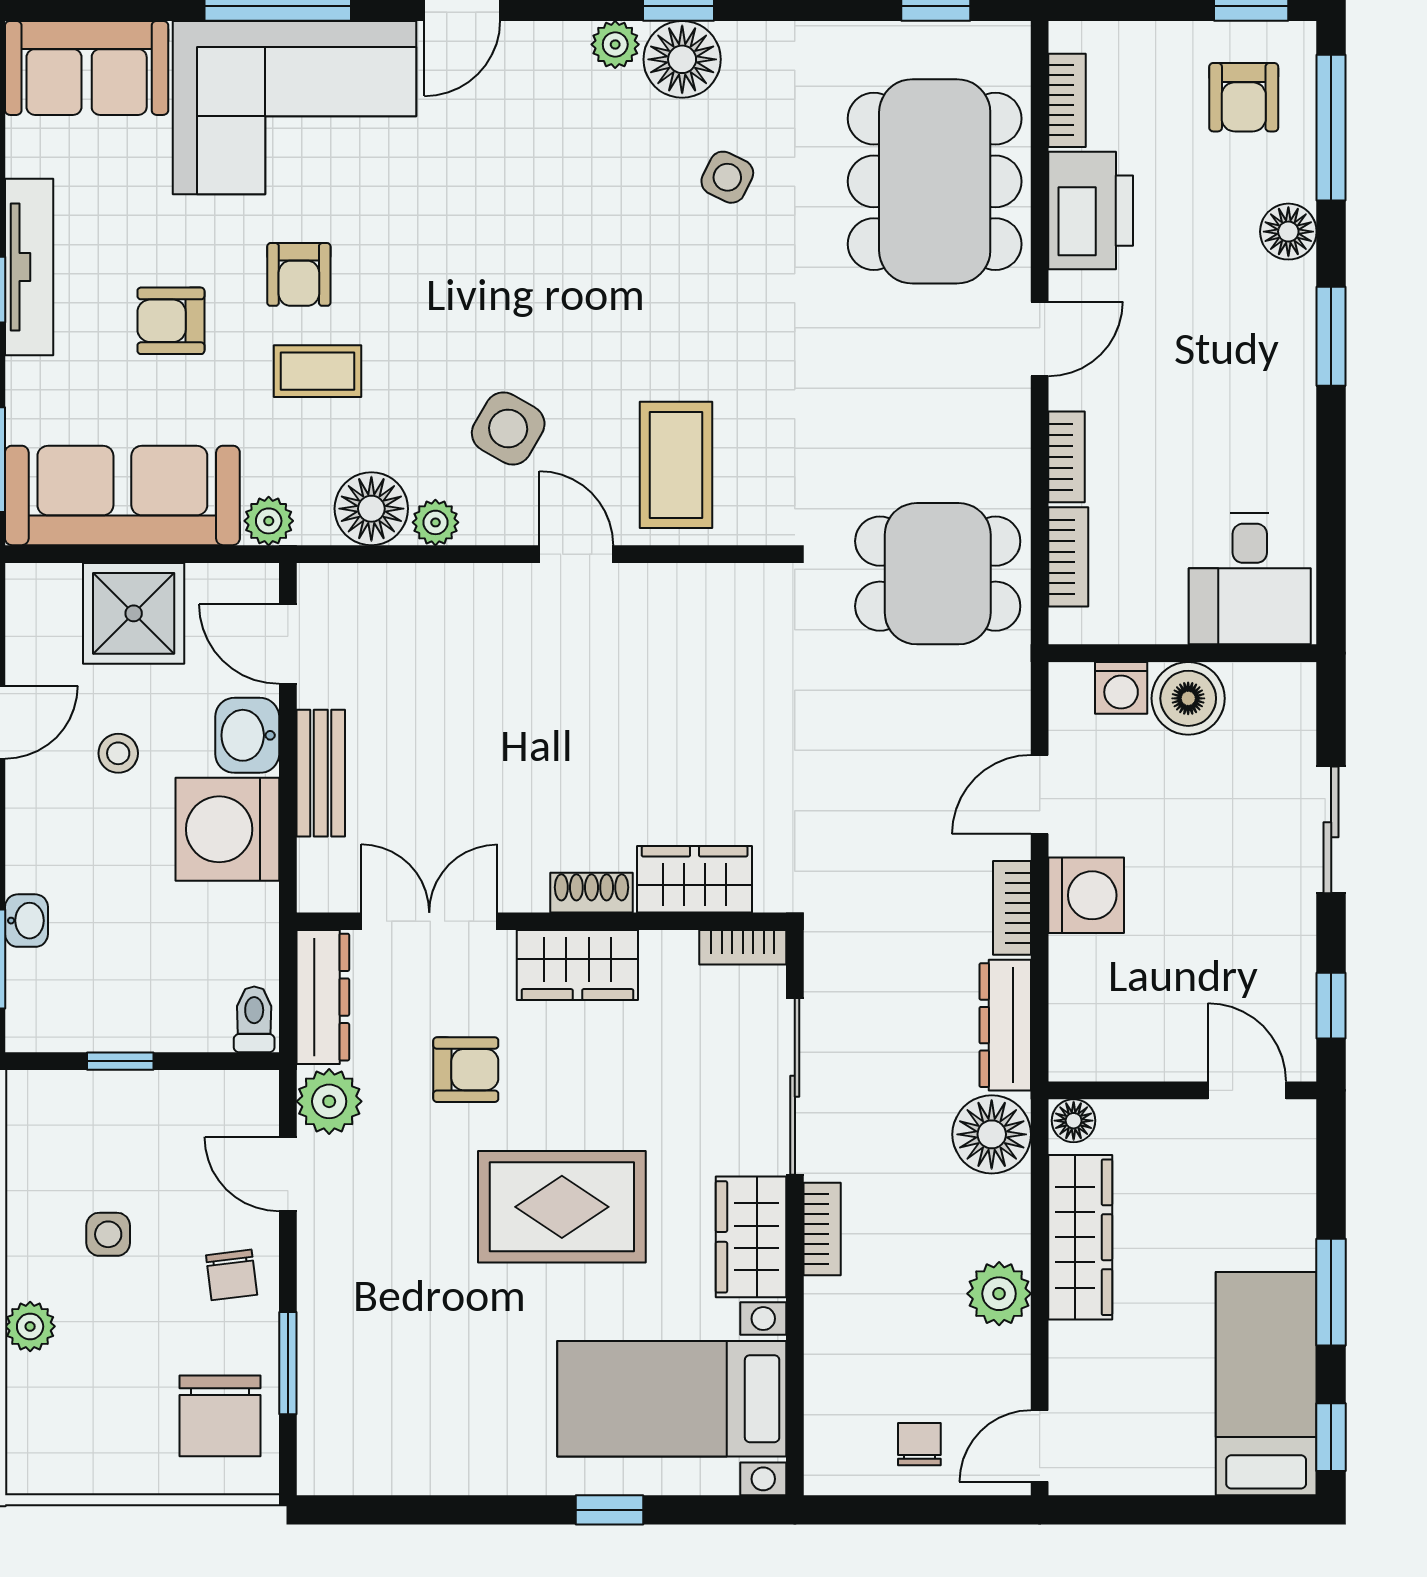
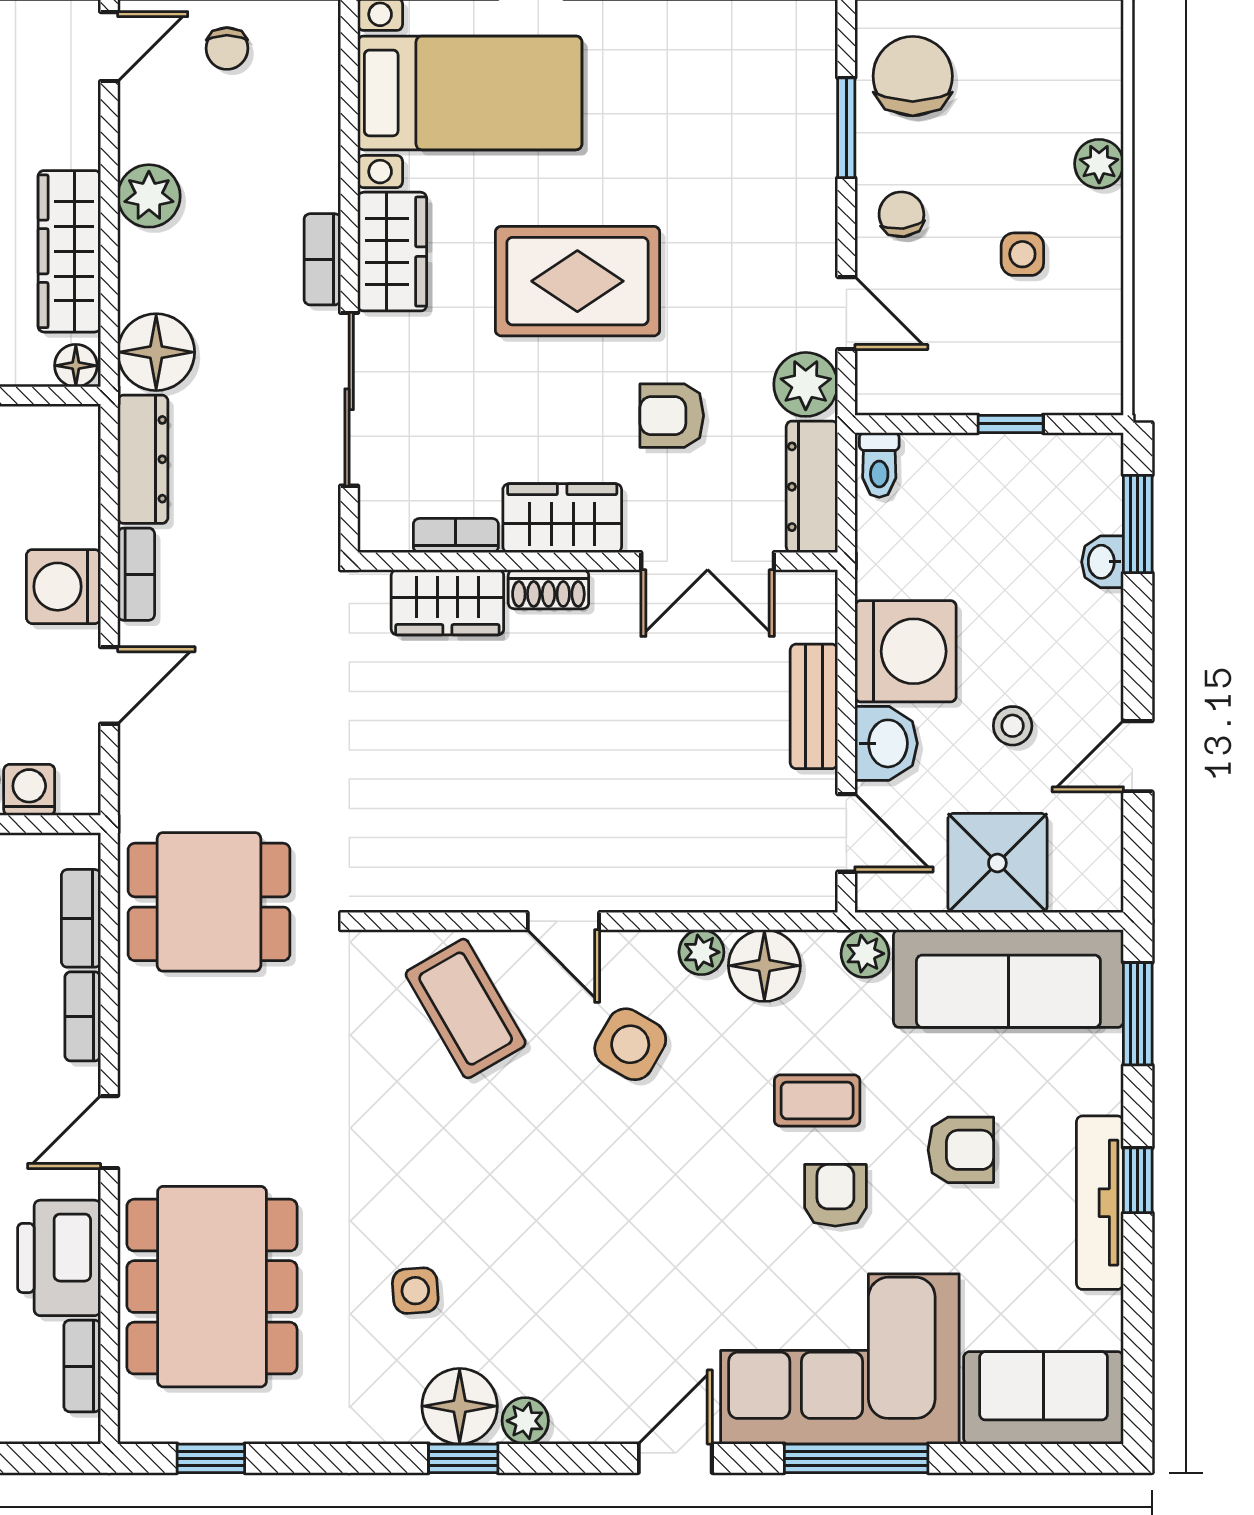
side table: (727, 177) -> (415, 1291), turned -30
coffee table: (676, 465) -> (466, 1009), turned -30
bookcase: (743, 947) -> (456, 536), moved

